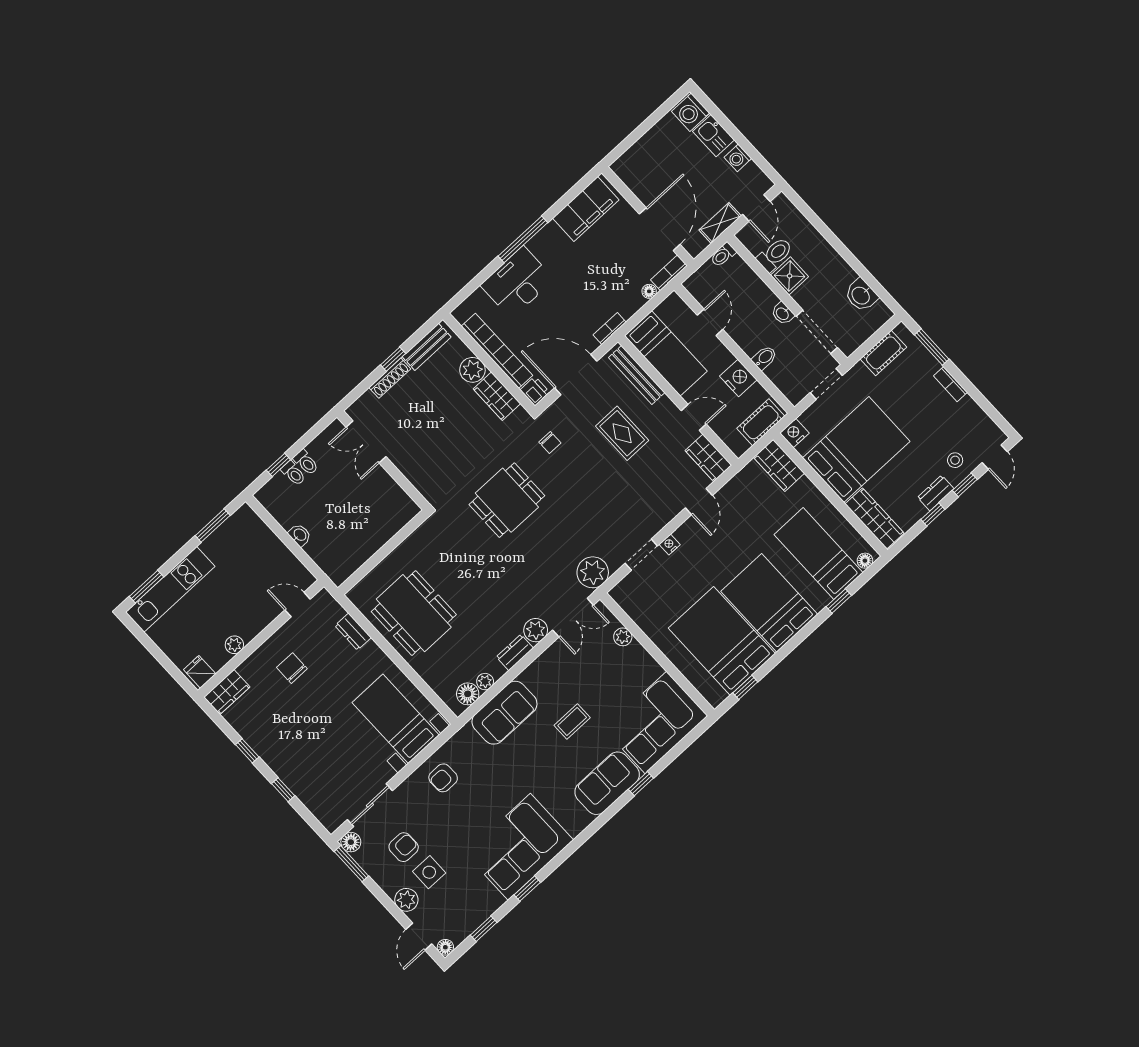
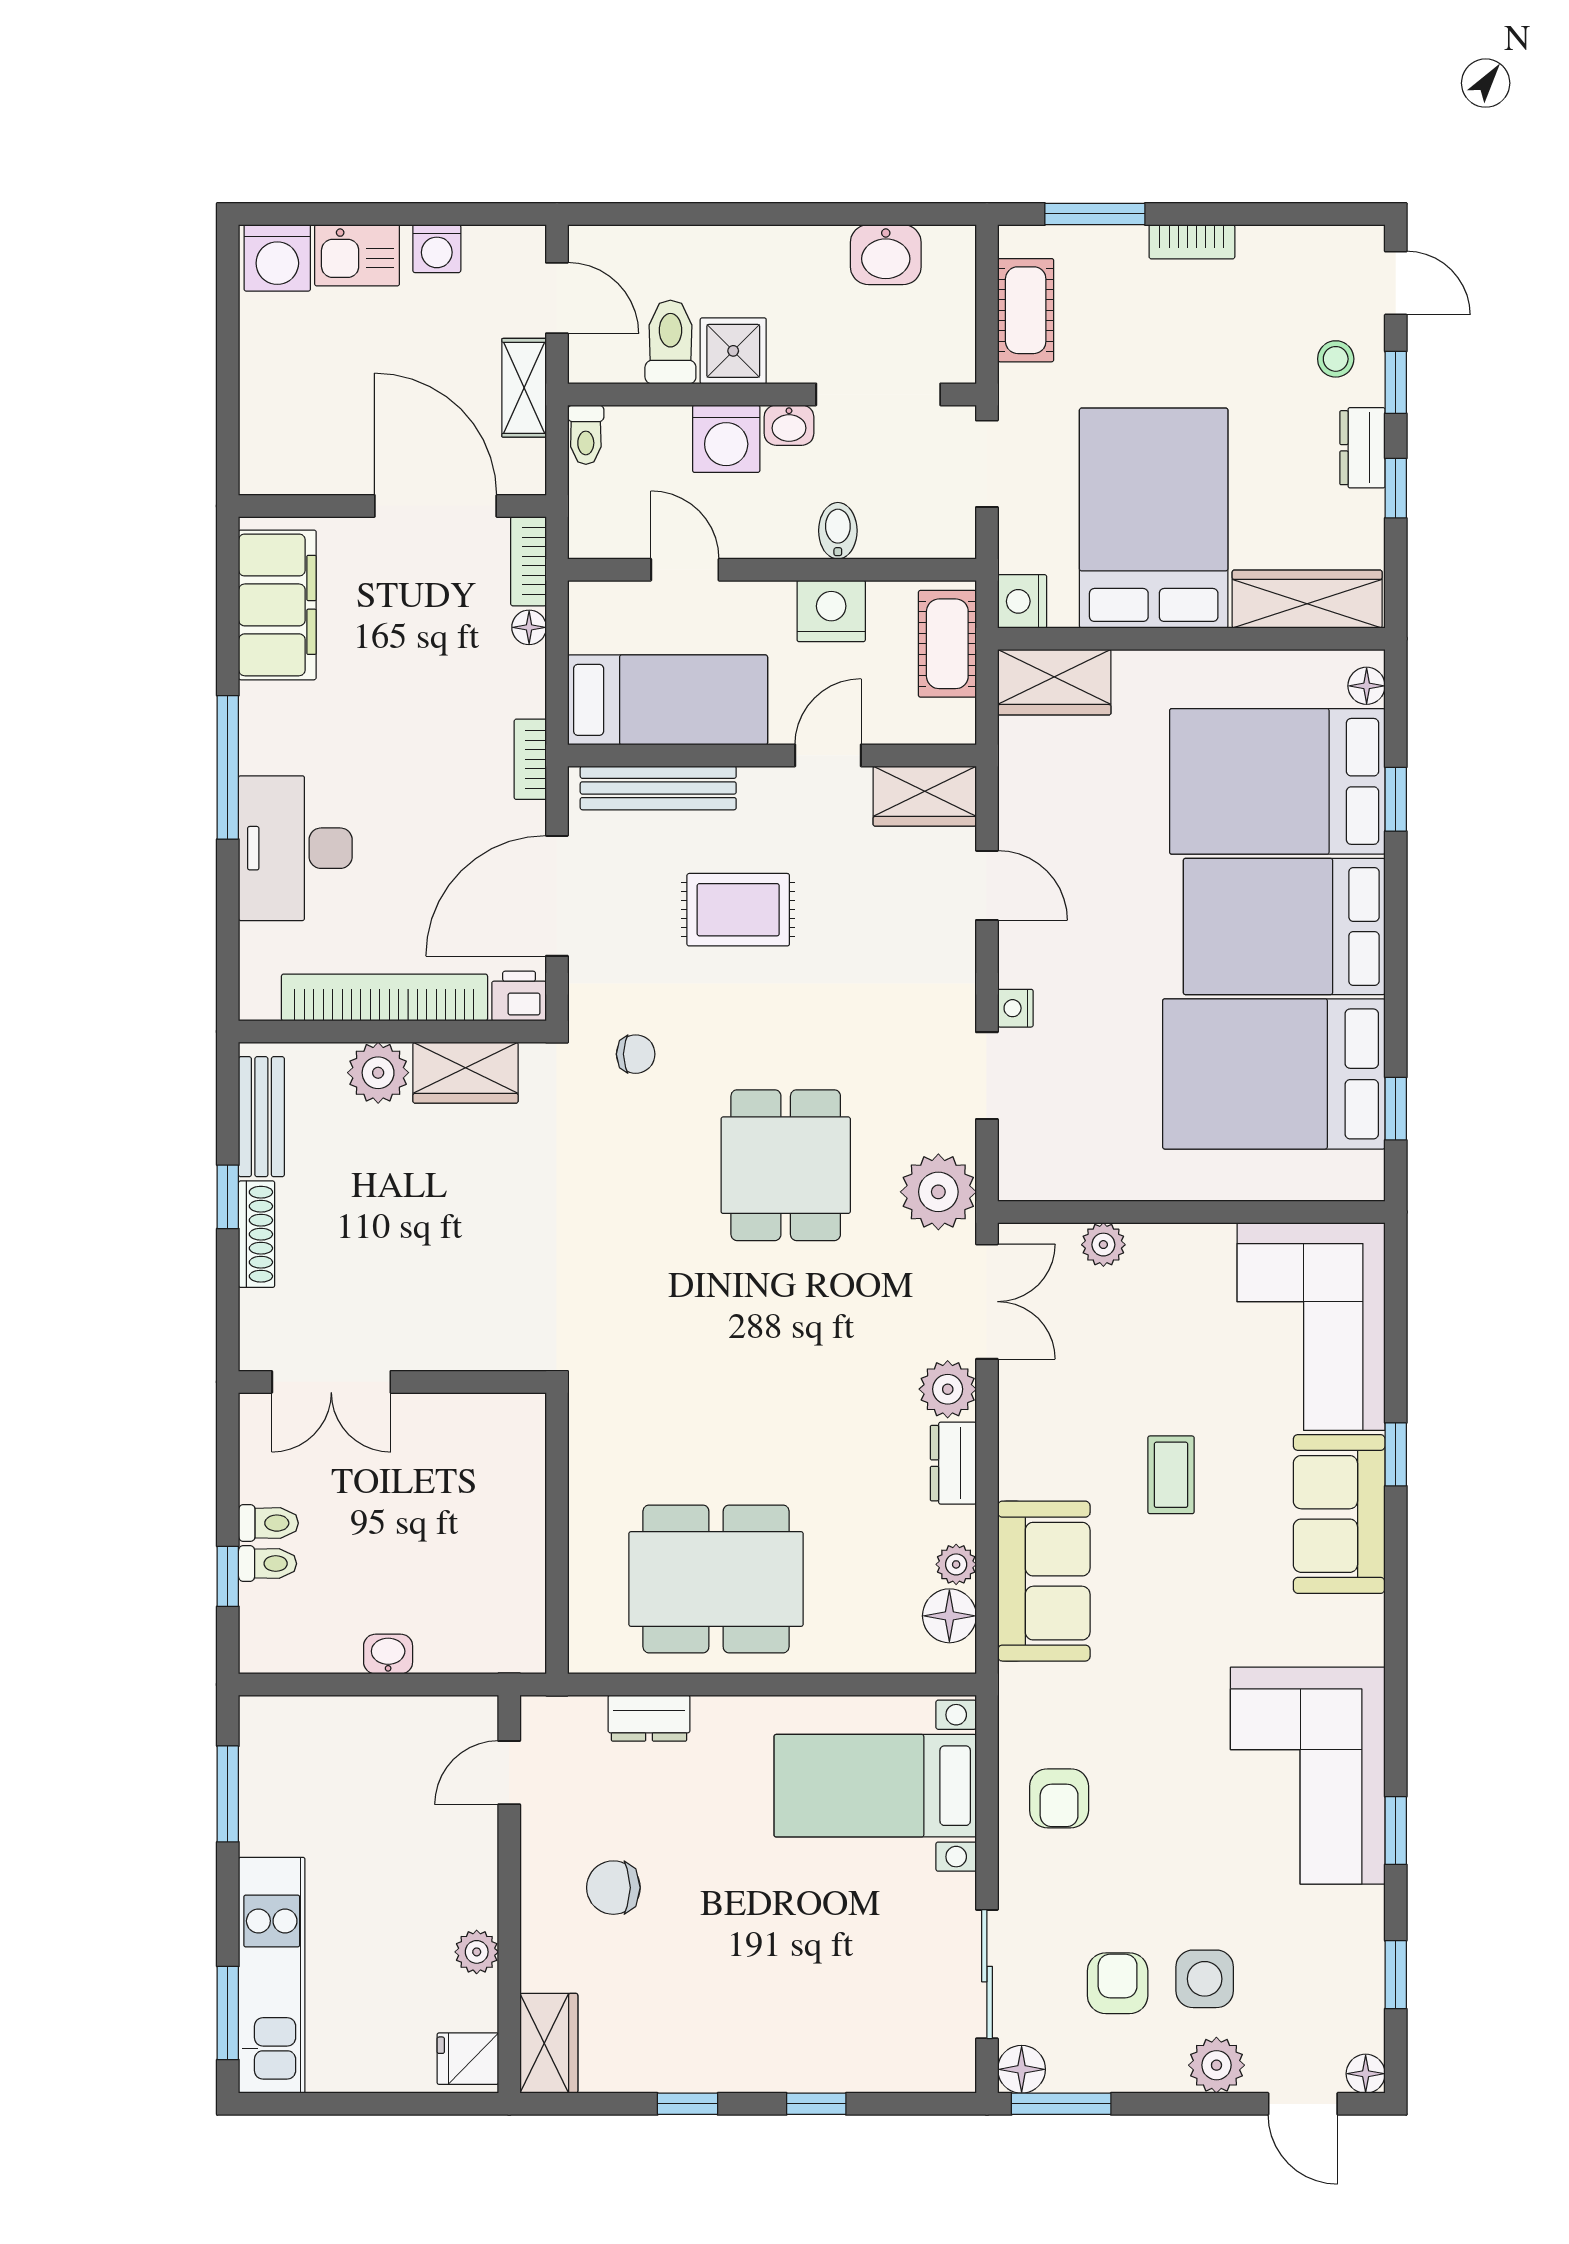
washing machine: (761, 298) -> (726, 439), added
dining table: (507, 500) -> (786, 1165), moved
bed: (819, 554) -> (1277, 781), width x1.50

